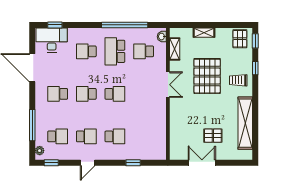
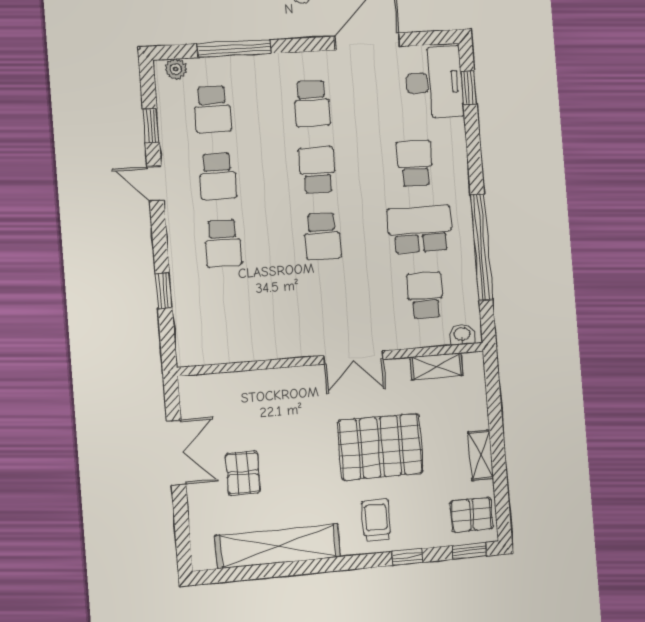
shelving: (204, 33) -> (481, 455), moved
school desk: (58, 94) -> (312, 103), turned 180
window: (51, 163) -> (151, 126), moved

